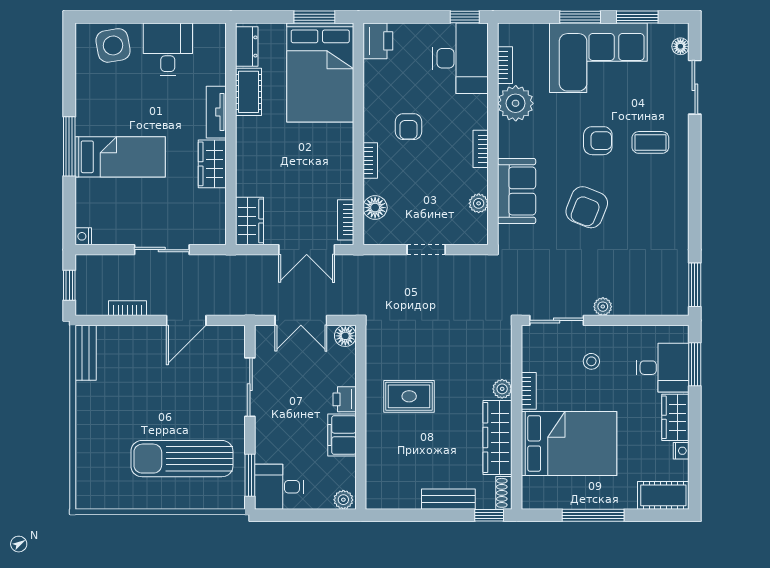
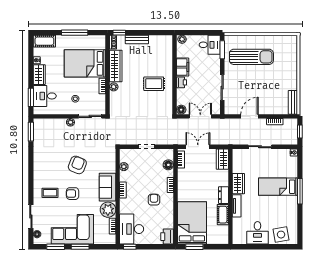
dresser: (247, 47) -> (224, 195), moved
sofa: (517, 191) -> (107, 187), moved

